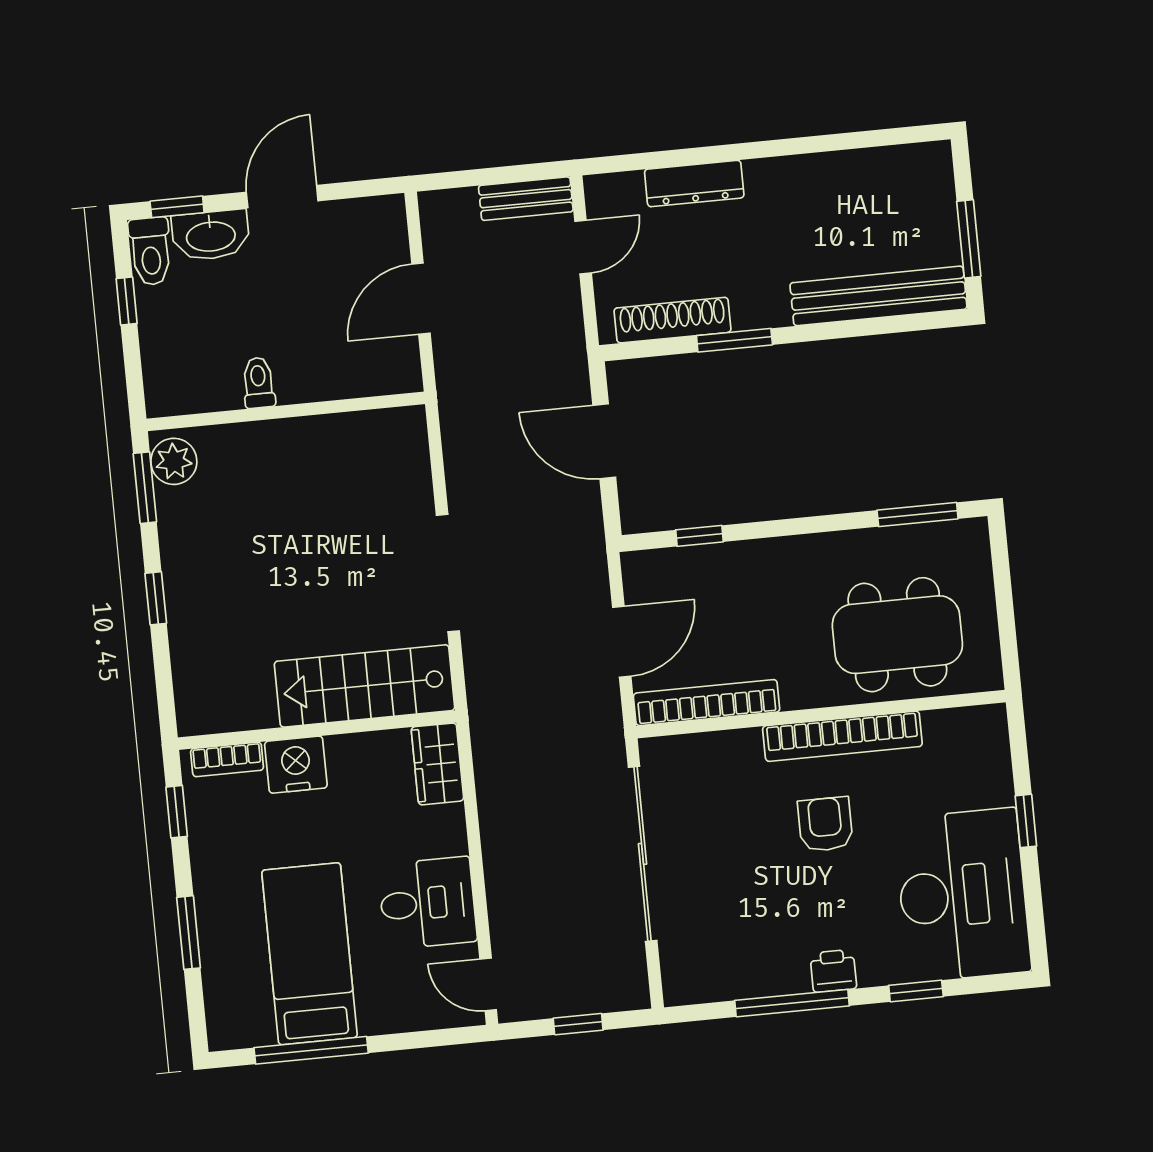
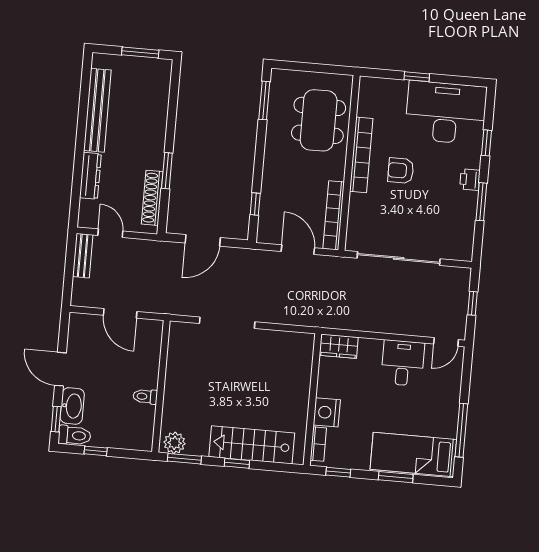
bench: (878, 296) -> (97, 110), moved
doorway: (448, 573) -> (227, 323), moved
stairs: (365, 686) -> (252, 445), moved, turned 90
bed: (310, 954) -> (413, 454), moved
window: (792, 1003) -> (481, 202), width x0.69

